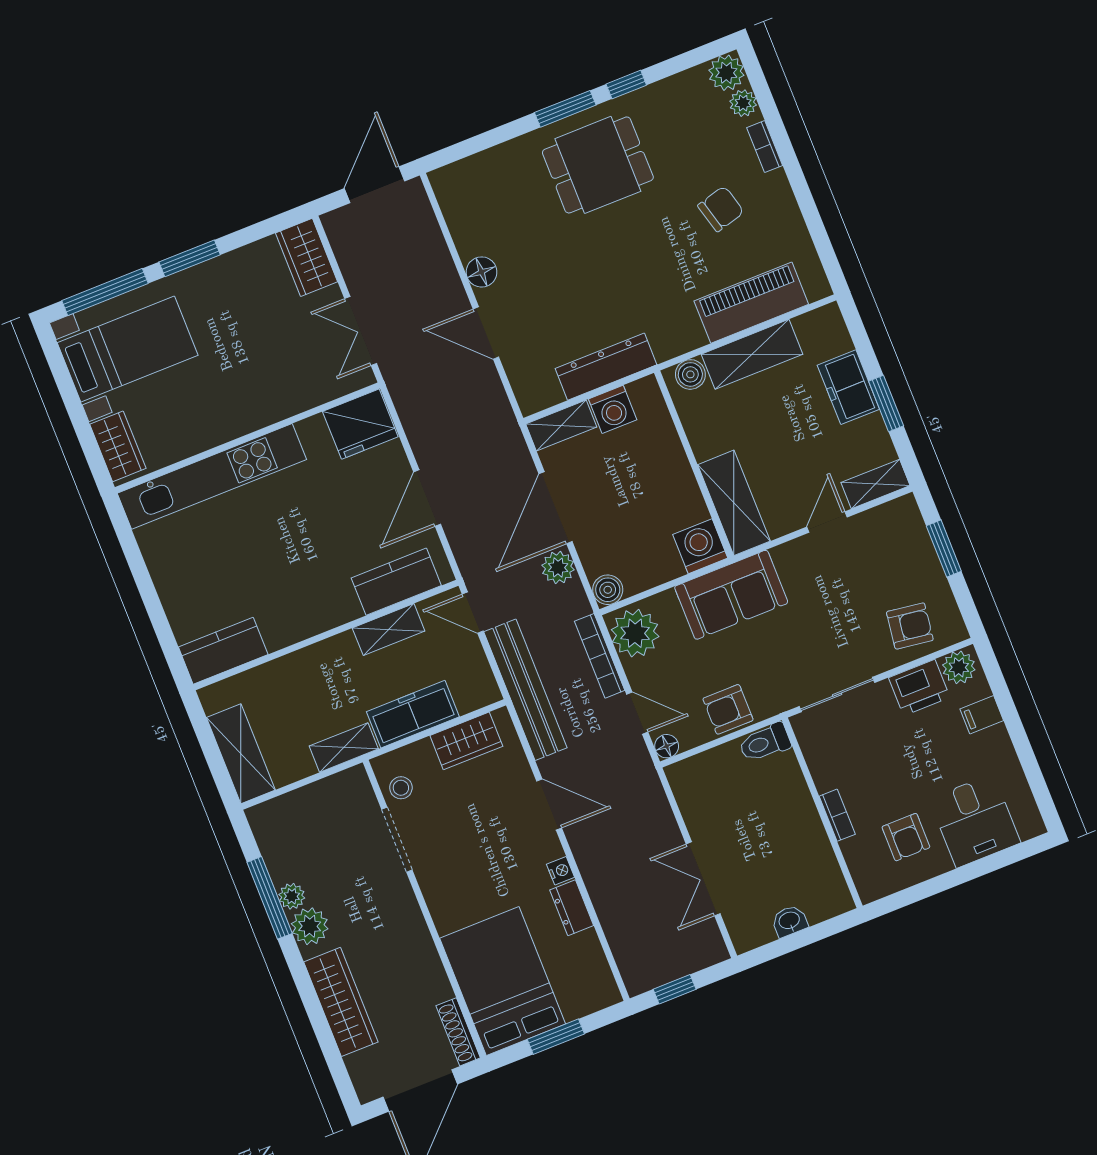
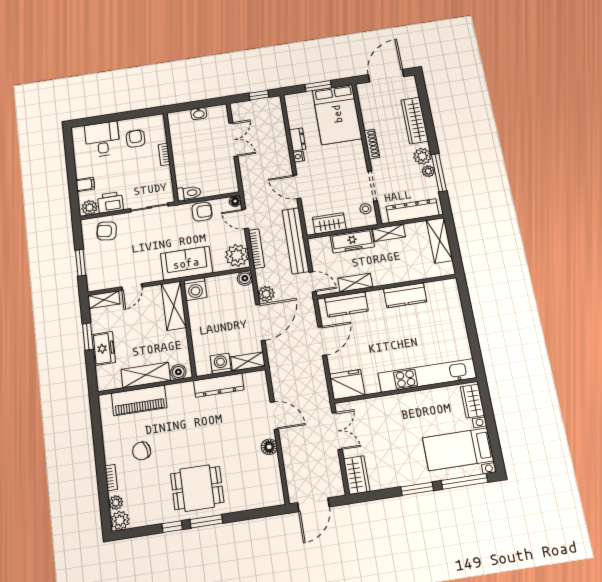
kitchen counter: (223, 651) -> (405, 295), moved
dresser: (306, 804) -> (413, 211), added
shoe rack: (458, 1032) -> (372, 144), moved

